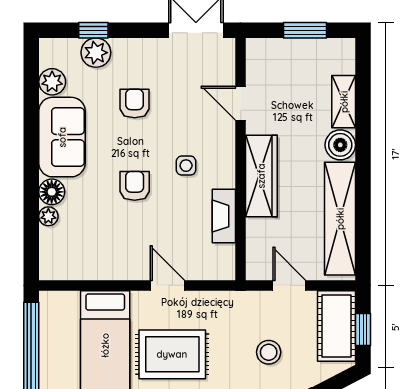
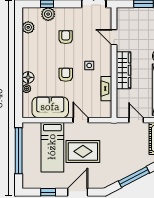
sofa: (62, 137) -> (50, 107), moved, turned -90
stool: (269, 352) -> (127, 151), removed

